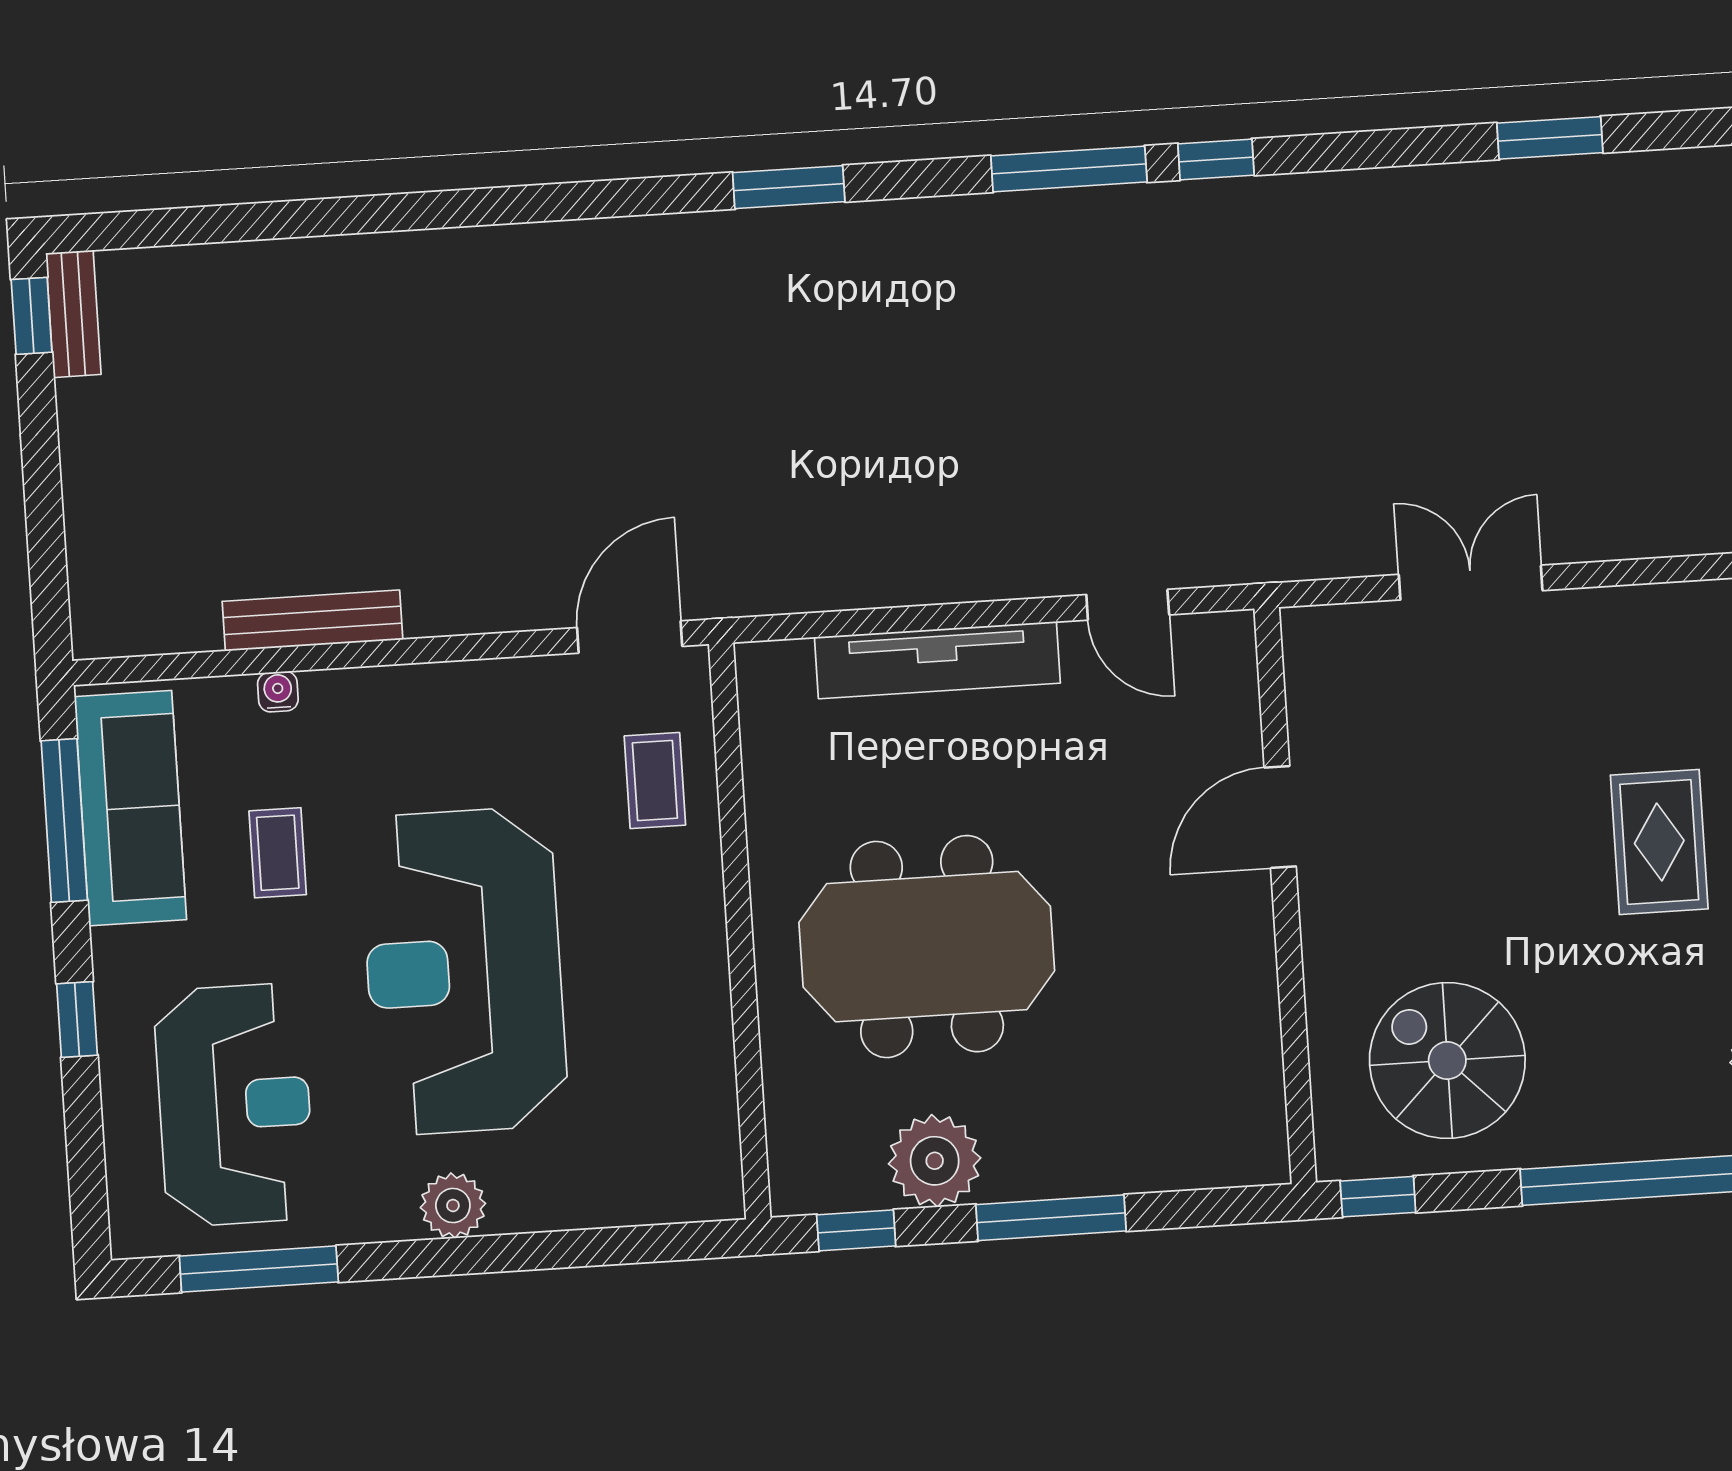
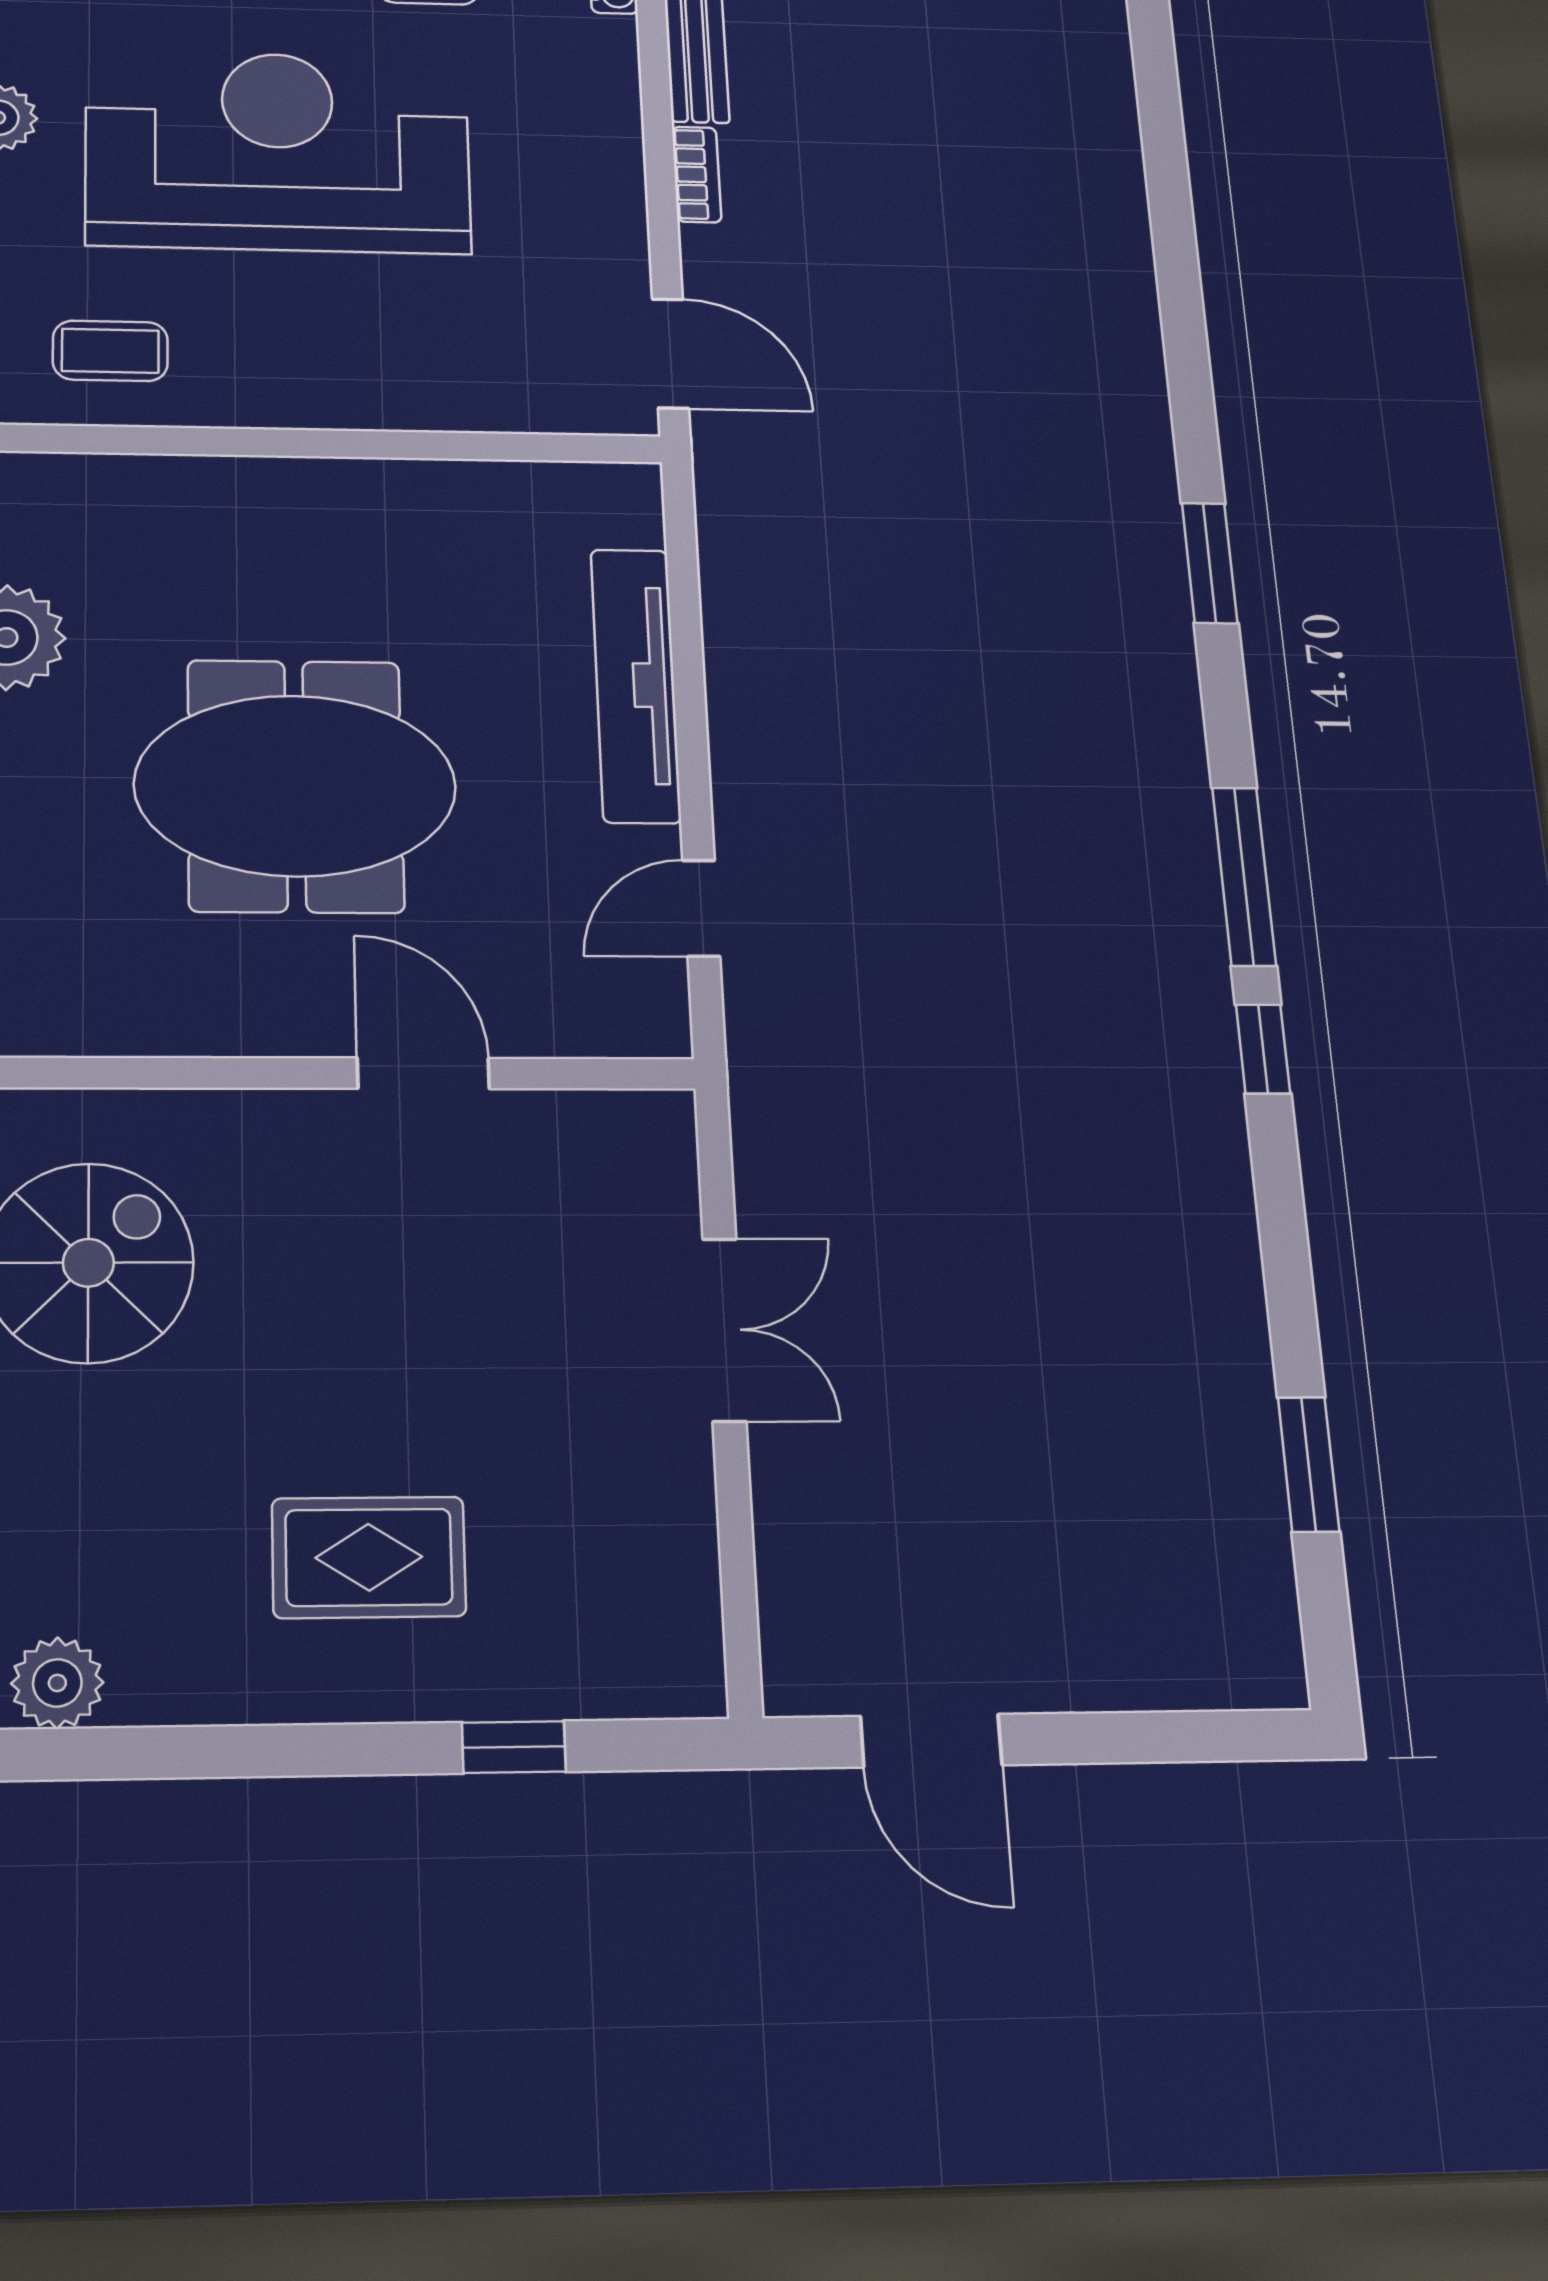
bookcase: (453, 617) -> (697, 174), added
coffee table: (655, 781) -> (110, 351), moved
meeting table: (927, 947) -> (295, 786), moved, turned 90

